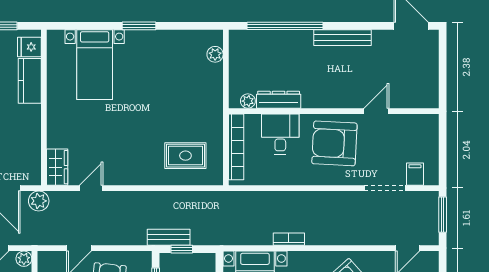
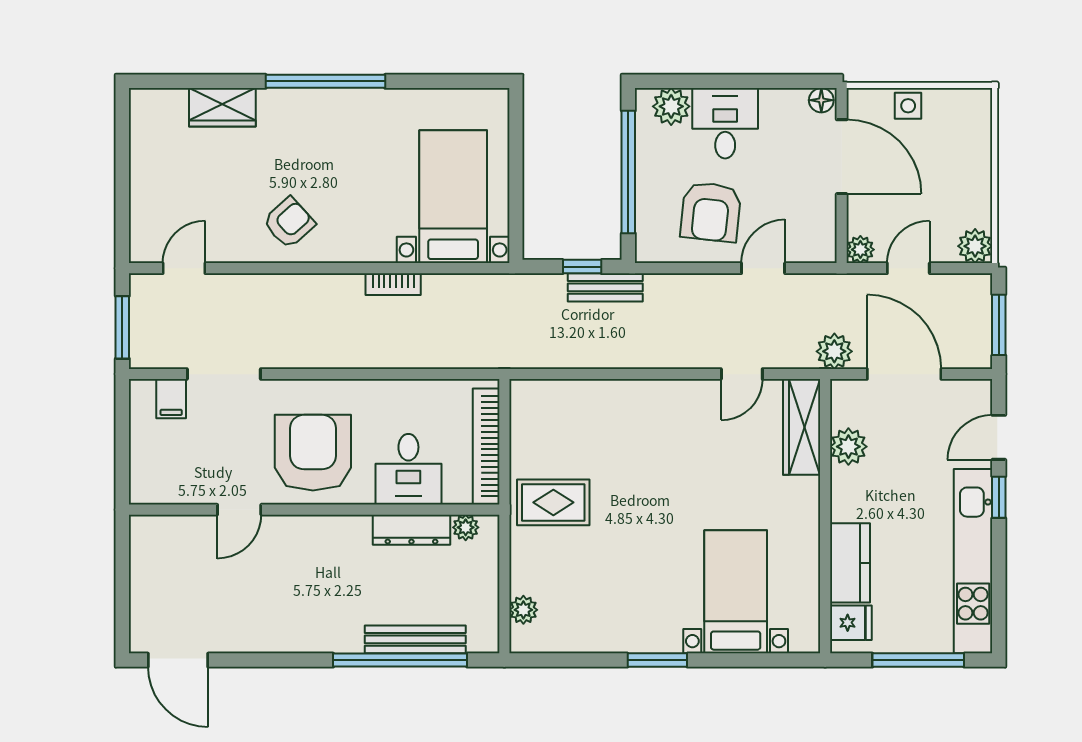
bench: (343, 38) -> (415, 639), moved
armchair: (334, 143) -> (313, 453), turned -93
plant: (31, 147) -> (848, 447), added
rug: (185, 156) -> (553, 502), moved
wardrobe: (57, 167) -> (802, 427), width x1.50

